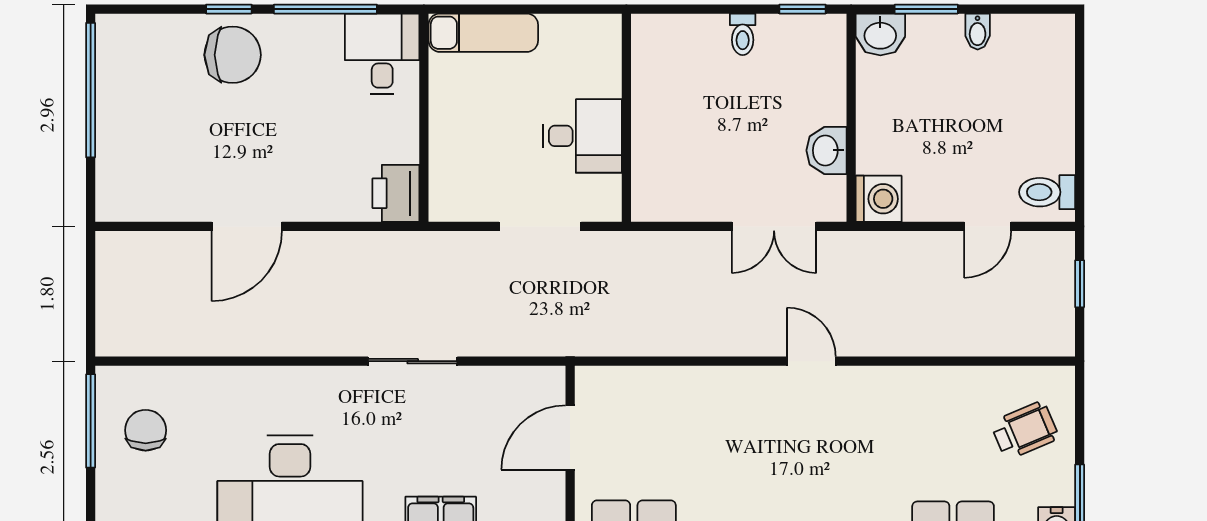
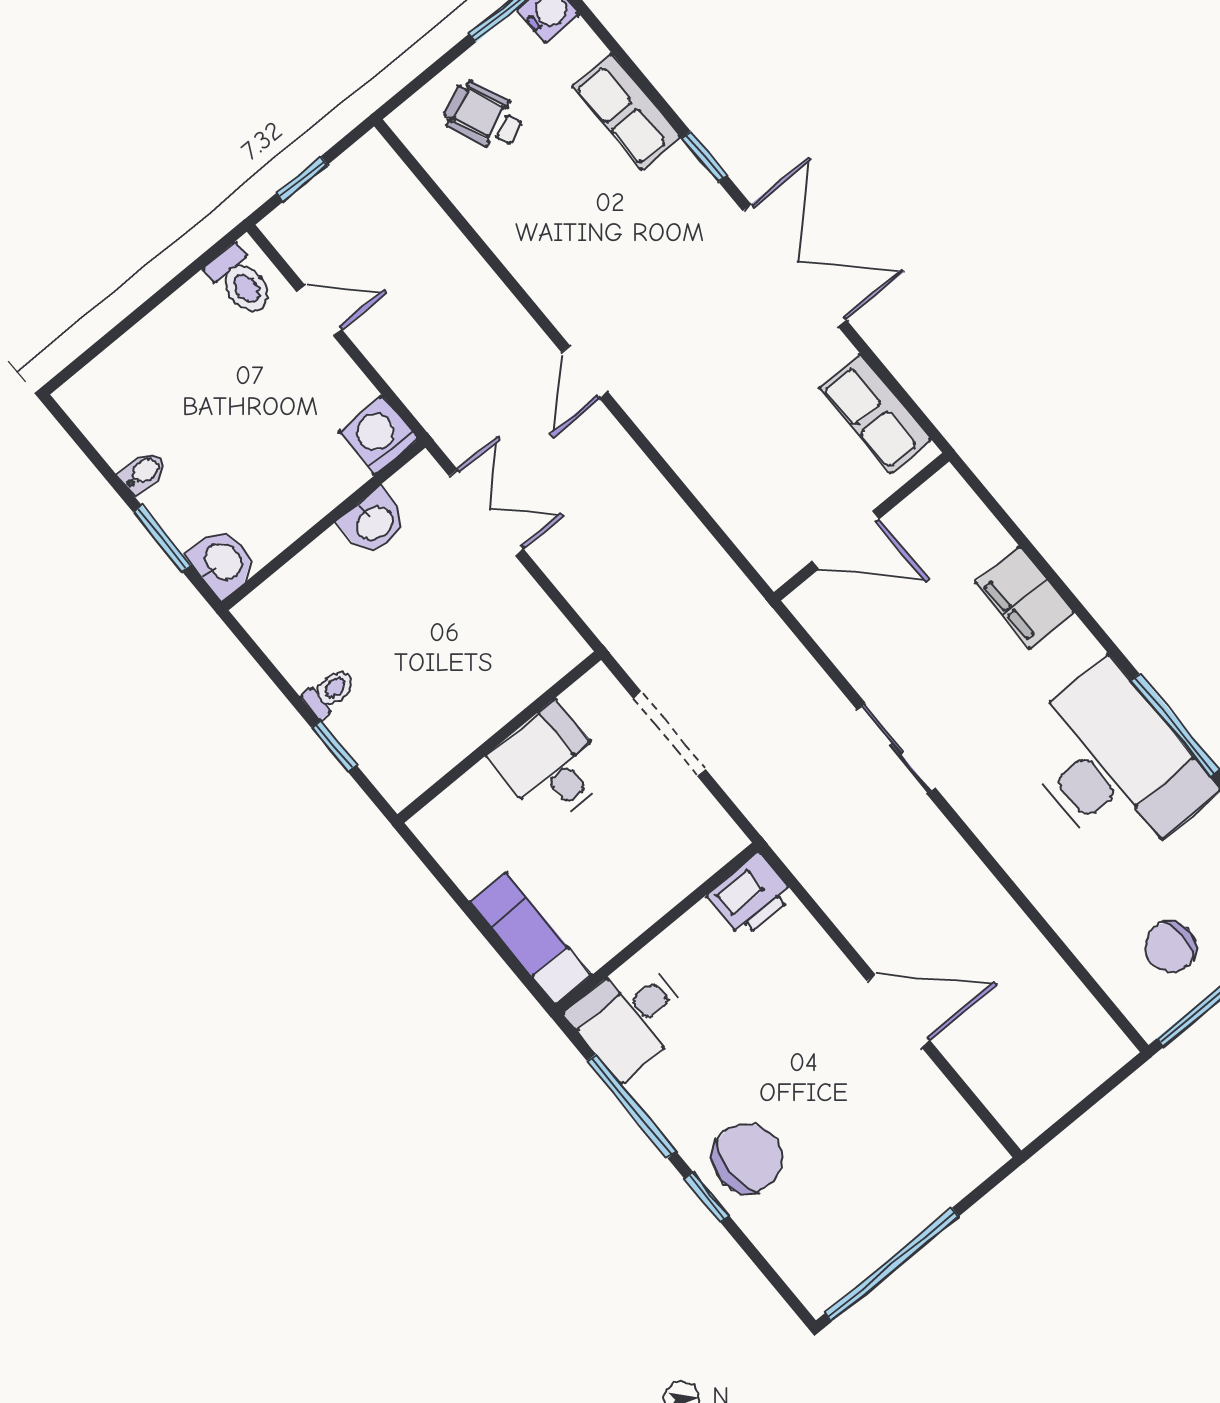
window: (803, 9) -> (334, 746), moved
chair: (233, 55) -> (747, 1158), turned 90

